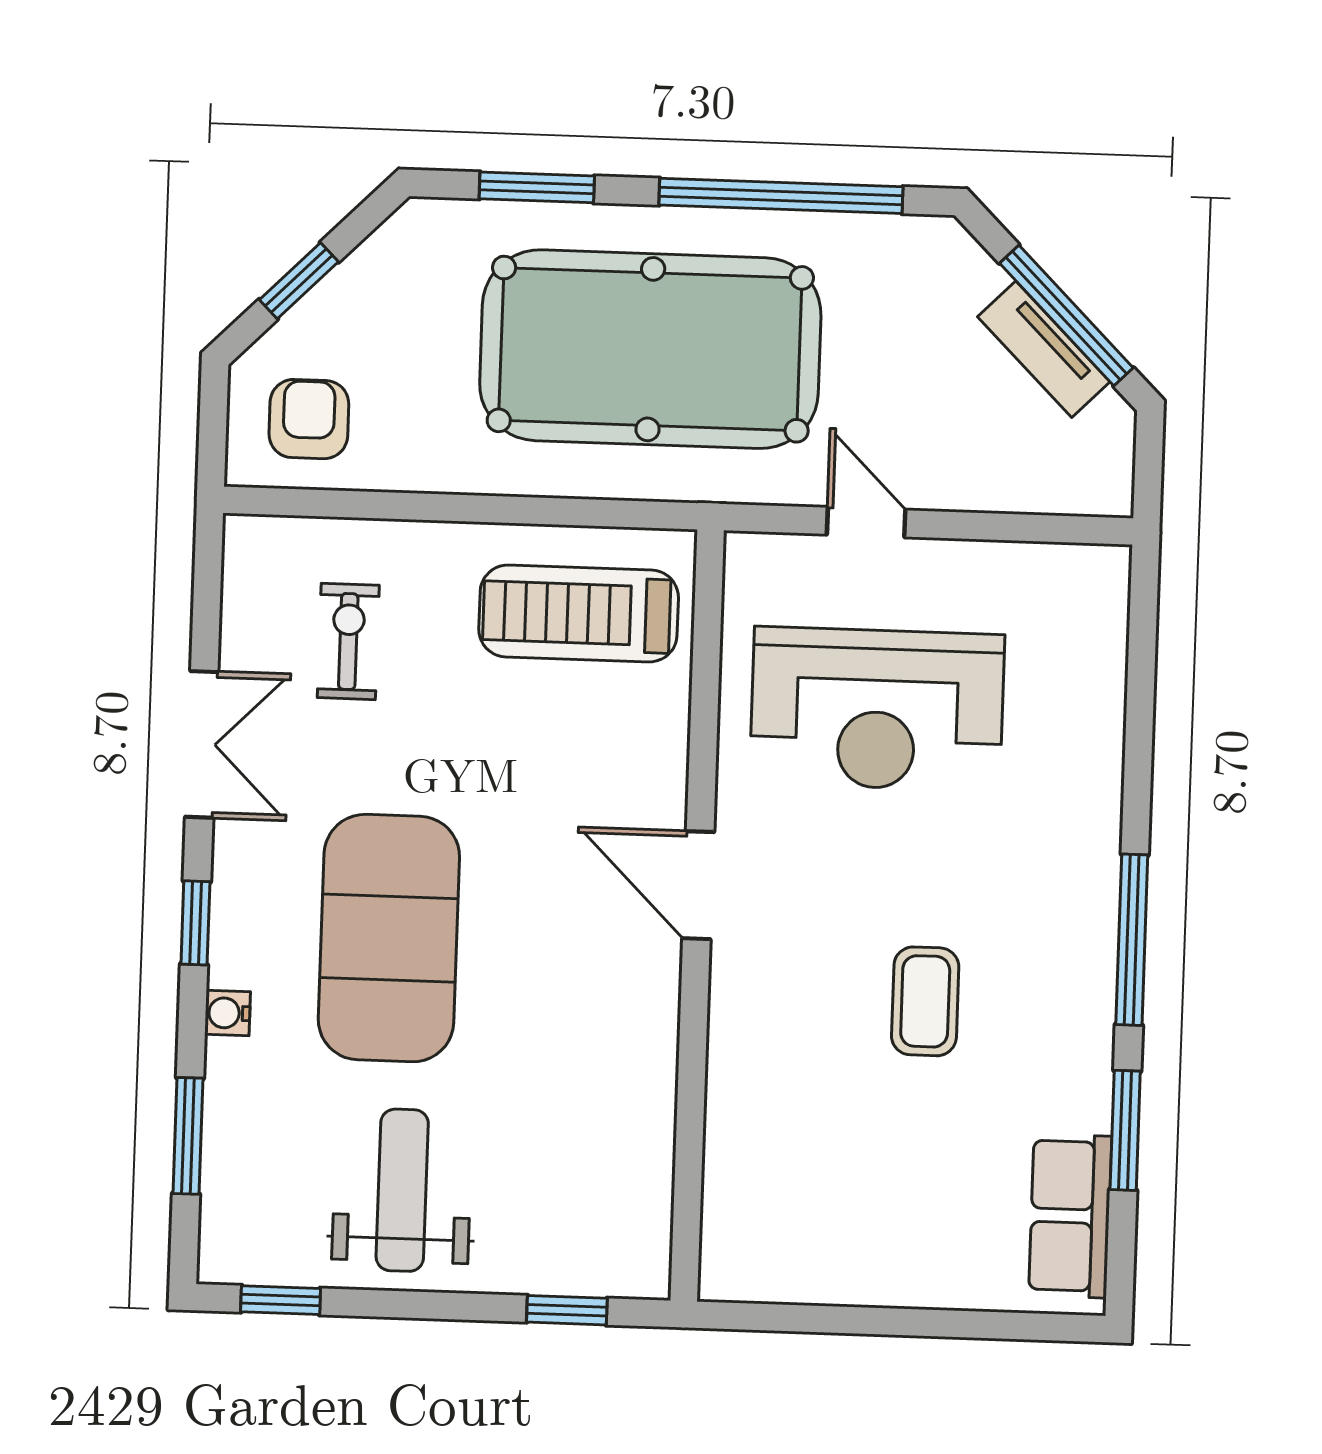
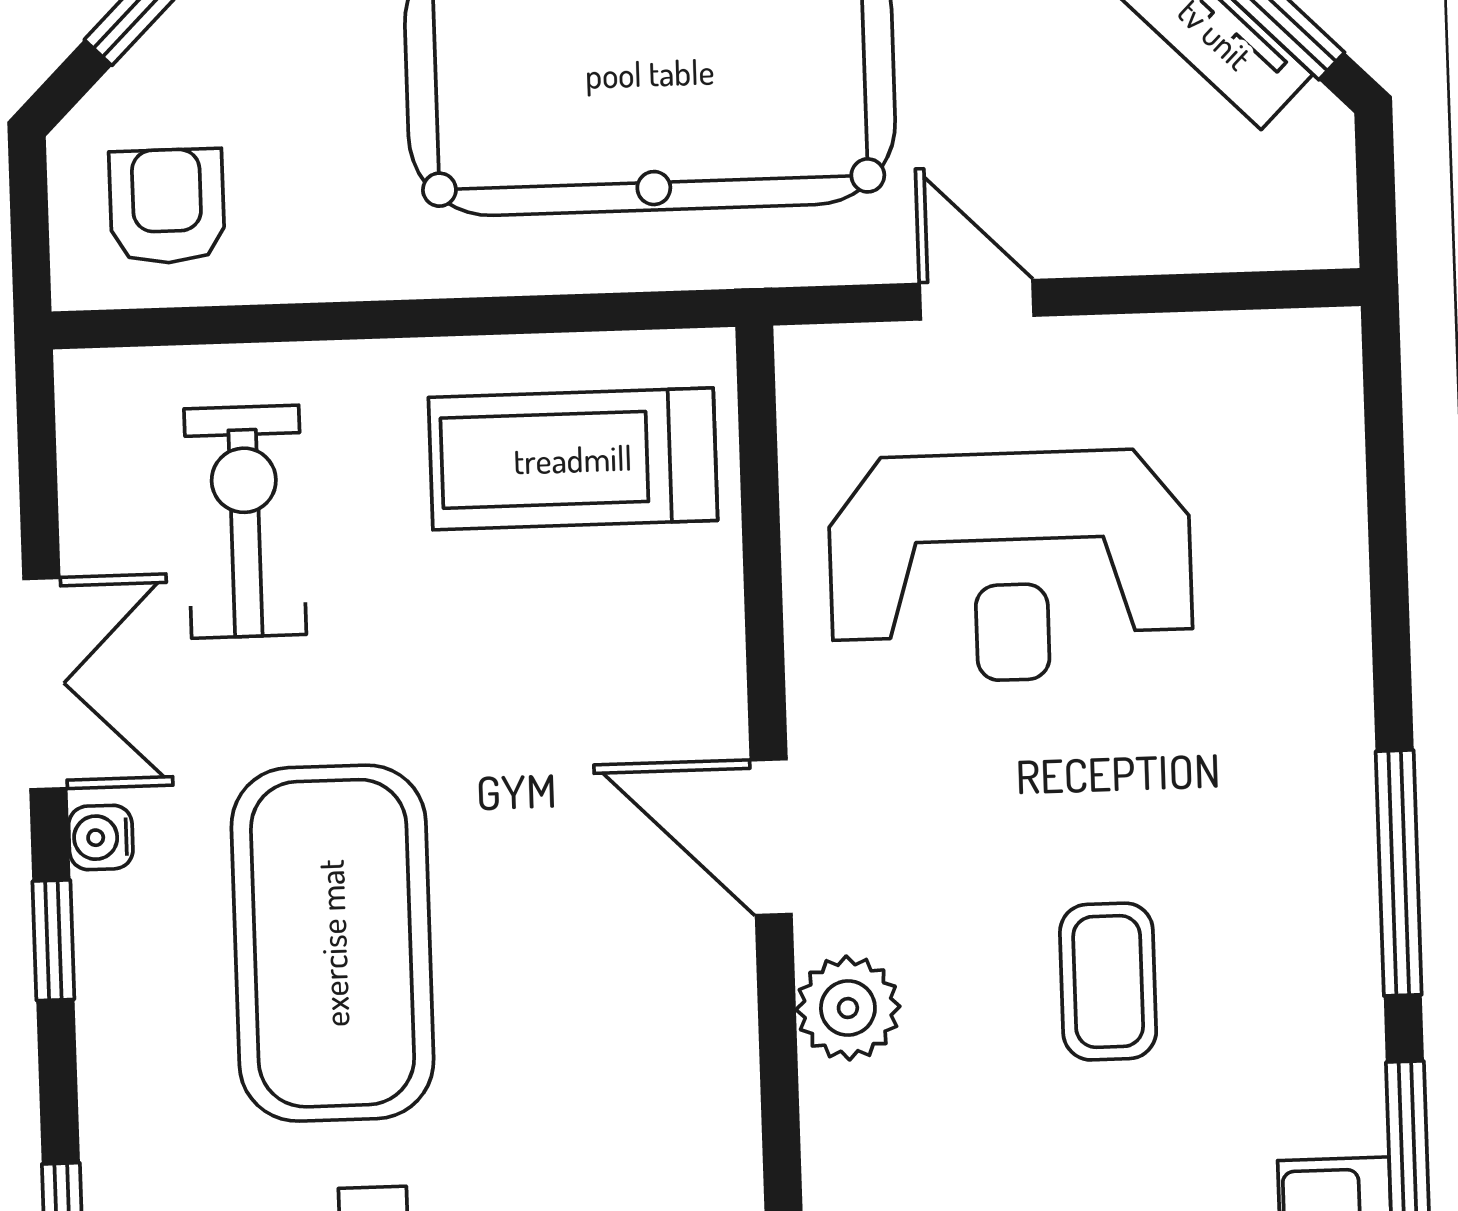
exercise bike: (348, 641) -> (245, 522), width x1.38, depth x1.39
plant: (743, 1007) -> (848, 1008), added
water cooler: (228, 1013) -> (101, 837), moved

